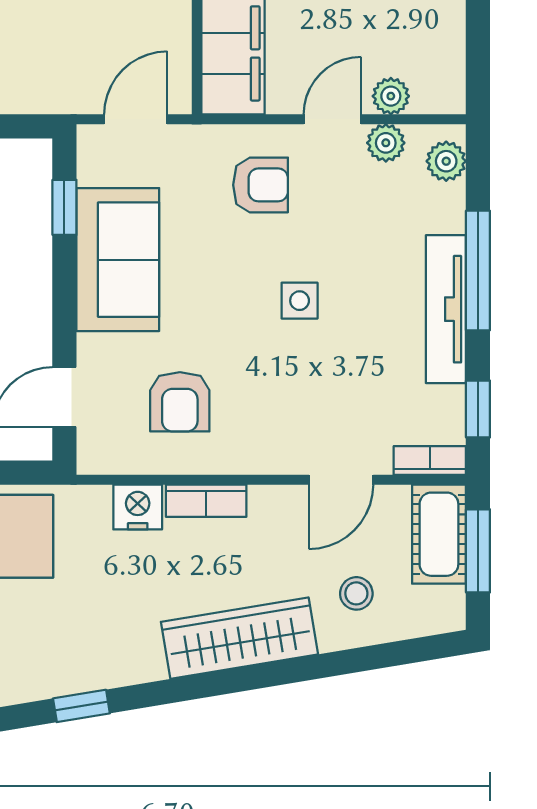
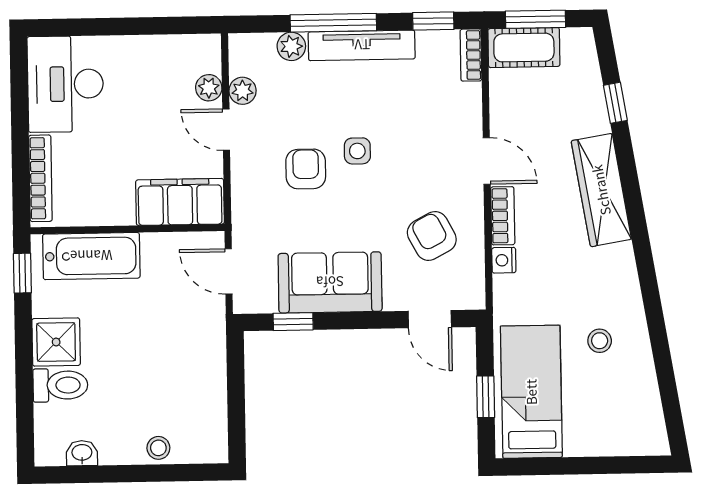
plant: (446, 161) -> (291, 46), moved
armchair: (261, 185) -> (306, 169), moved
armchair: (180, 402) -> (432, 236), turned -118
door: (341, 480) -> (487, 161), moved
nightstand: (138, 507) -> (504, 260), width x0.72, depth x0.74
stool: (356, 593) -> (600, 341), moved
window: (81, 706) -> (615, 103), moved

